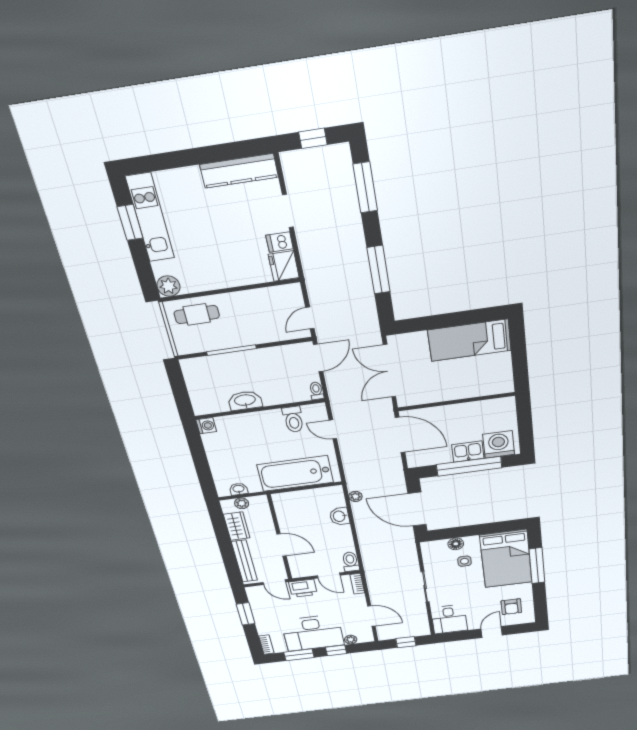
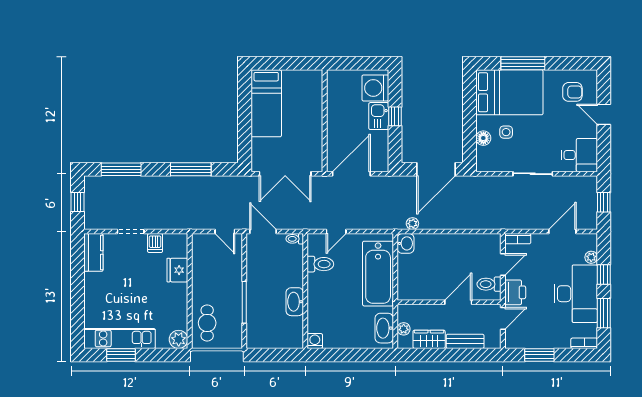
kitchen counter: (239, 171) -> (93, 252), width x0.67
fridge: (284, 266) -> (177, 270), moved, turned 90
window: (469, 466) -> (395, 116), width x0.32
washbasin: (239, 489) -> (384, 328), width x1.91, depth x1.45
washbasin: (340, 516) -> (406, 243), moved, turned -90
bench: (244, 561) -> (465, 341), width x0.73
toilet: (350, 562) -> (489, 284), moved

